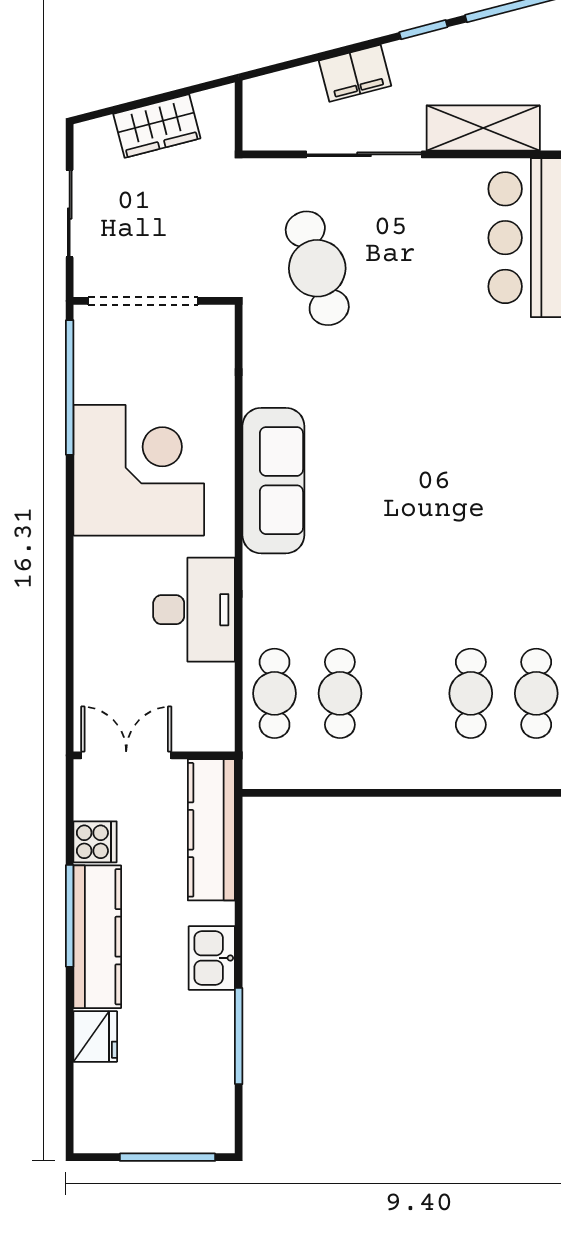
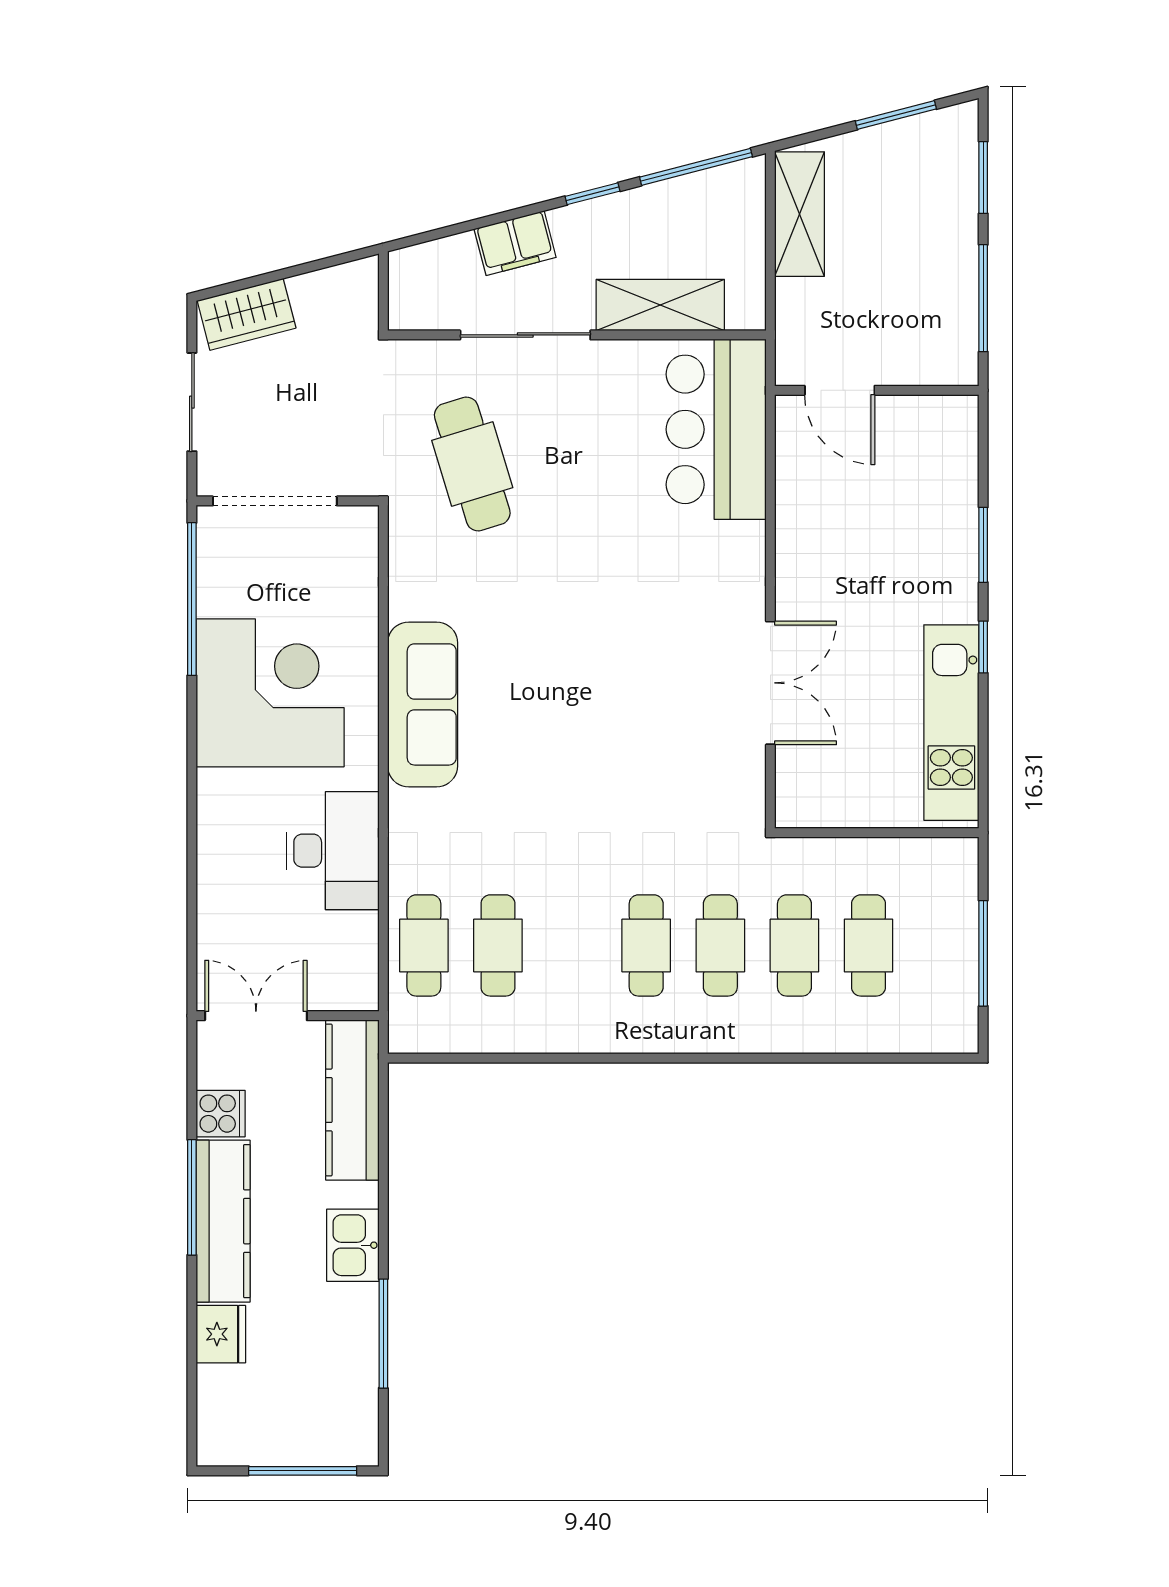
wardrobe: (157, 126) -> (247, 314), moved

